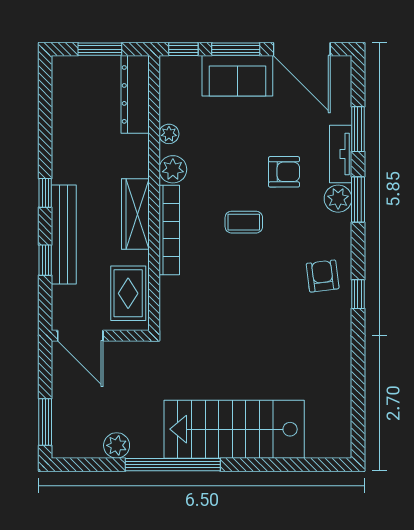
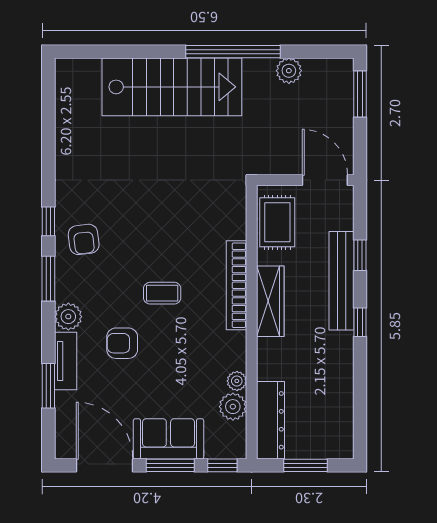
plant: (173, 169) -> (233, 407), moved
window: (358, 199) -> (48, 279), moved

